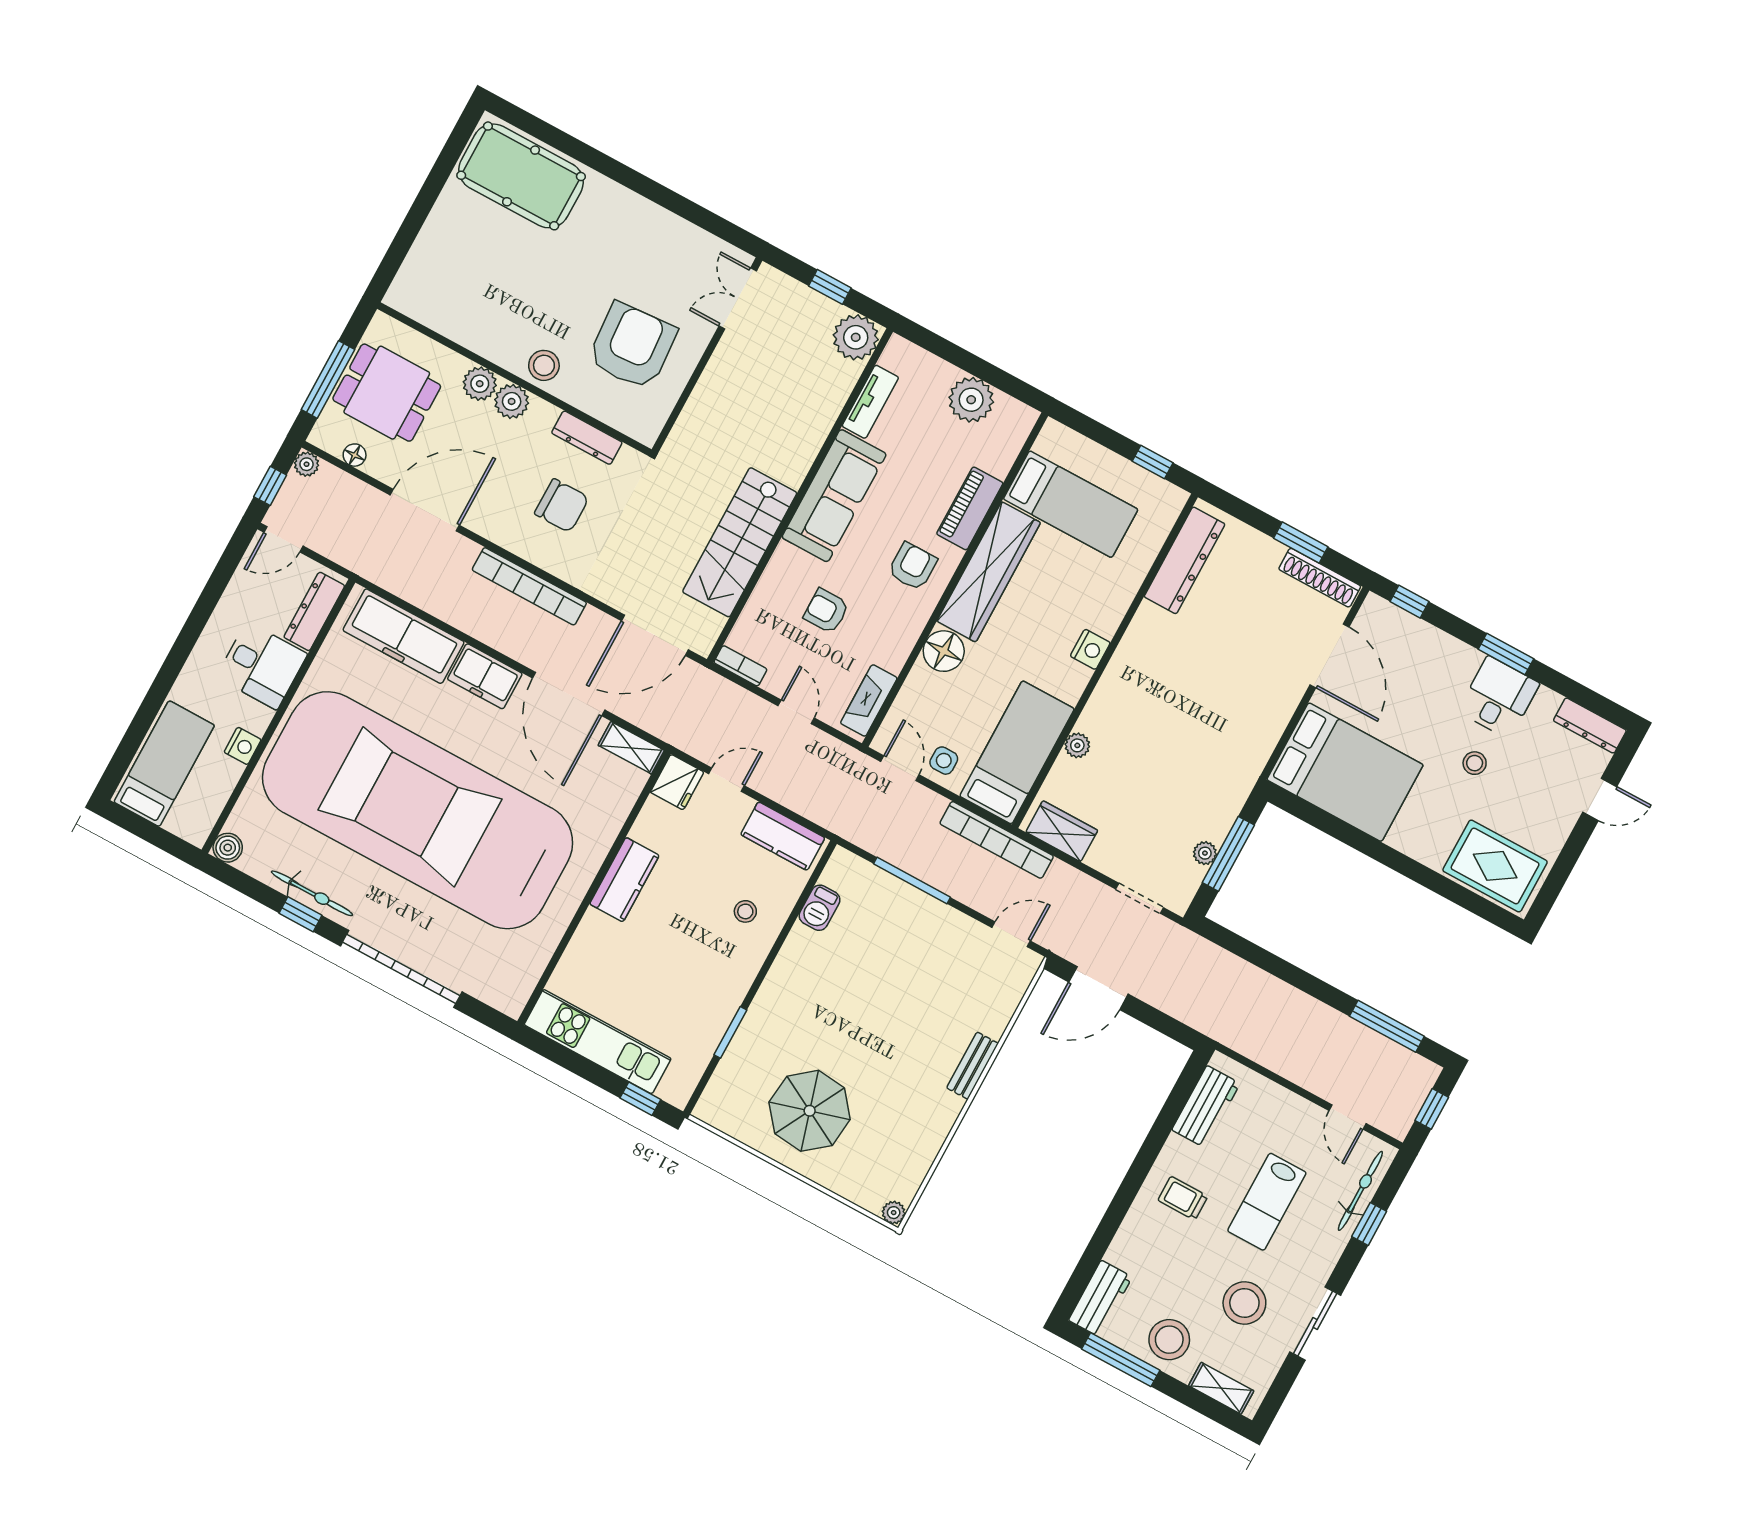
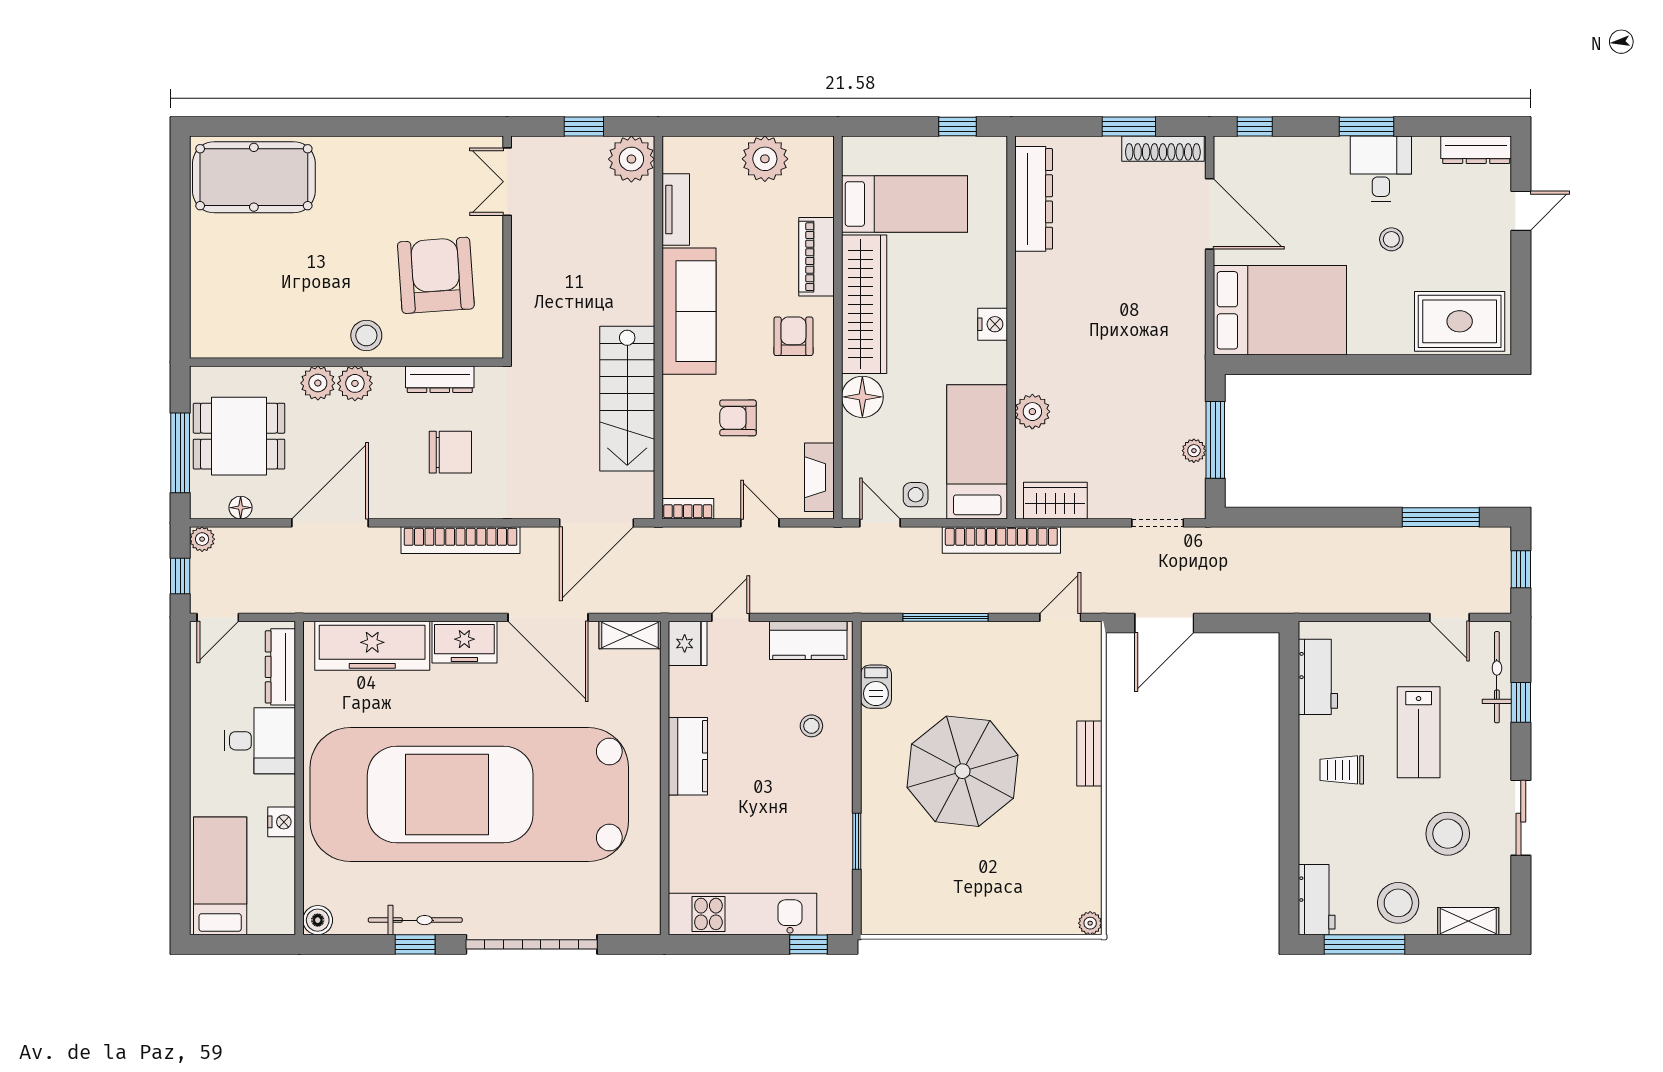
plant: (1077, 745) -> (1032, 412), width x1.38, depth x1.38
parasol: (810, 1111) -> (963, 771), moved, width x1.36, depth x1.36

